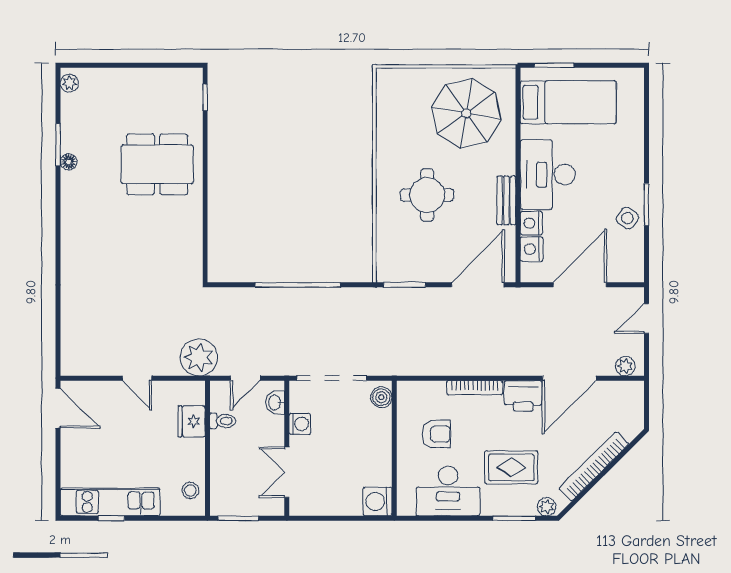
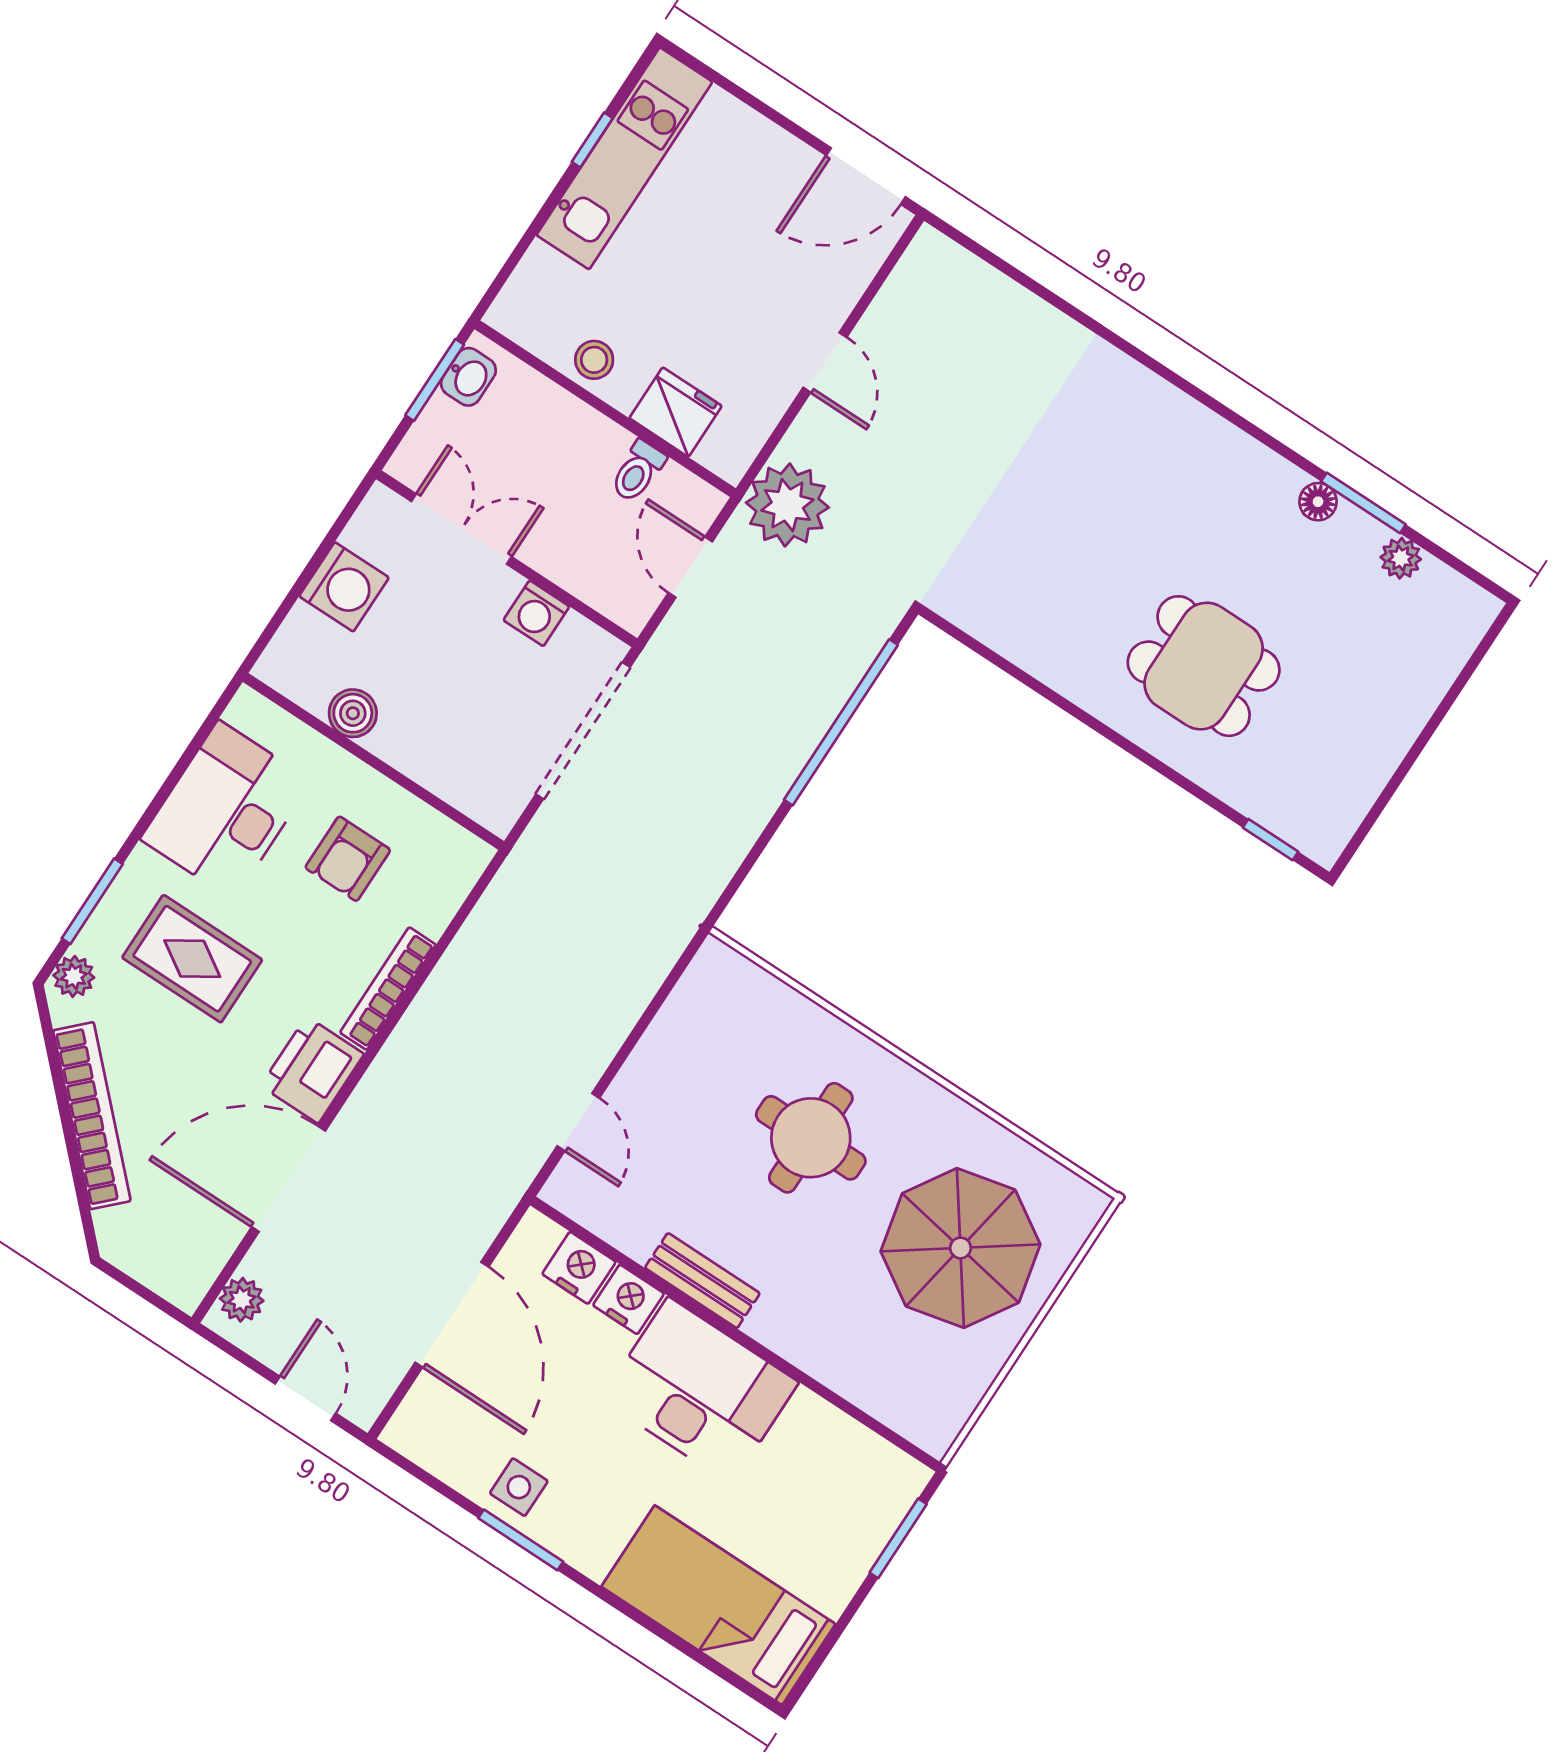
plant: (69, 83) -> (1401, 558), moved
bed: (568, 102) -> (718, 1605), moved, turned 90
parasol: (466, 113) -> (960, 1248), moved
dining table: (157, 164) -> (1204, 666), width x0.73
side table: (627, 218) -> (519, 1487), turned -37
window: (298, 285) -> (841, 722), moved
window: (404, 285) -> (669, 984), removed
door: (478, 285) -> (578, 1122), width x0.53
door: (137, 378) -> (825, 362), swing flipped
door: (569, 378) -> (289, 1179), hinge flipped
boiler: (381, 397) -> (353, 713), moved
washbasin: (275, 403) -> (468, 377), moved, turned 90
rug: (511, 467) -> (192, 959), turned 90
stool: (190, 490) -> (594, 360), moved
washing machine: (377, 502) -> (344, 587), moved, turned 90

